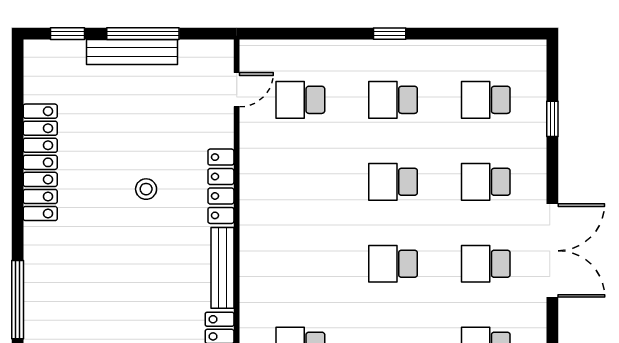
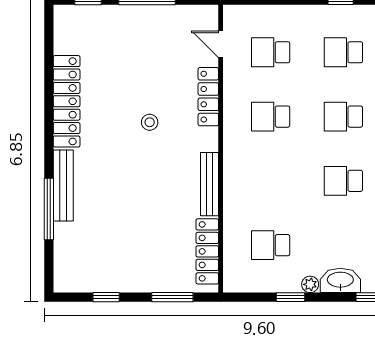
bench: (132, 52) -> (63, 186), moved, turned 90
door: (237, 90) -> (221, 44), swing flipped
school desk: (300, 182) -> (271, 117), added
locker: (221, 186) -> (208, 97), moved

